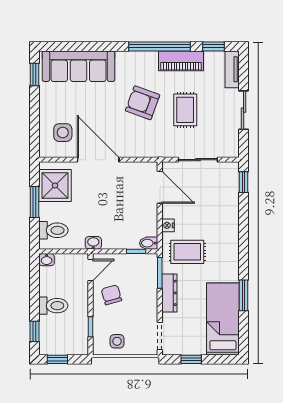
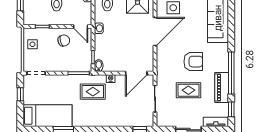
armchair: (143, 103) -> (193, 62), turned 70
rug: (187, 252) -> (93, 92), turned 90
dresser: (169, 293) -> (65, 80), removed

